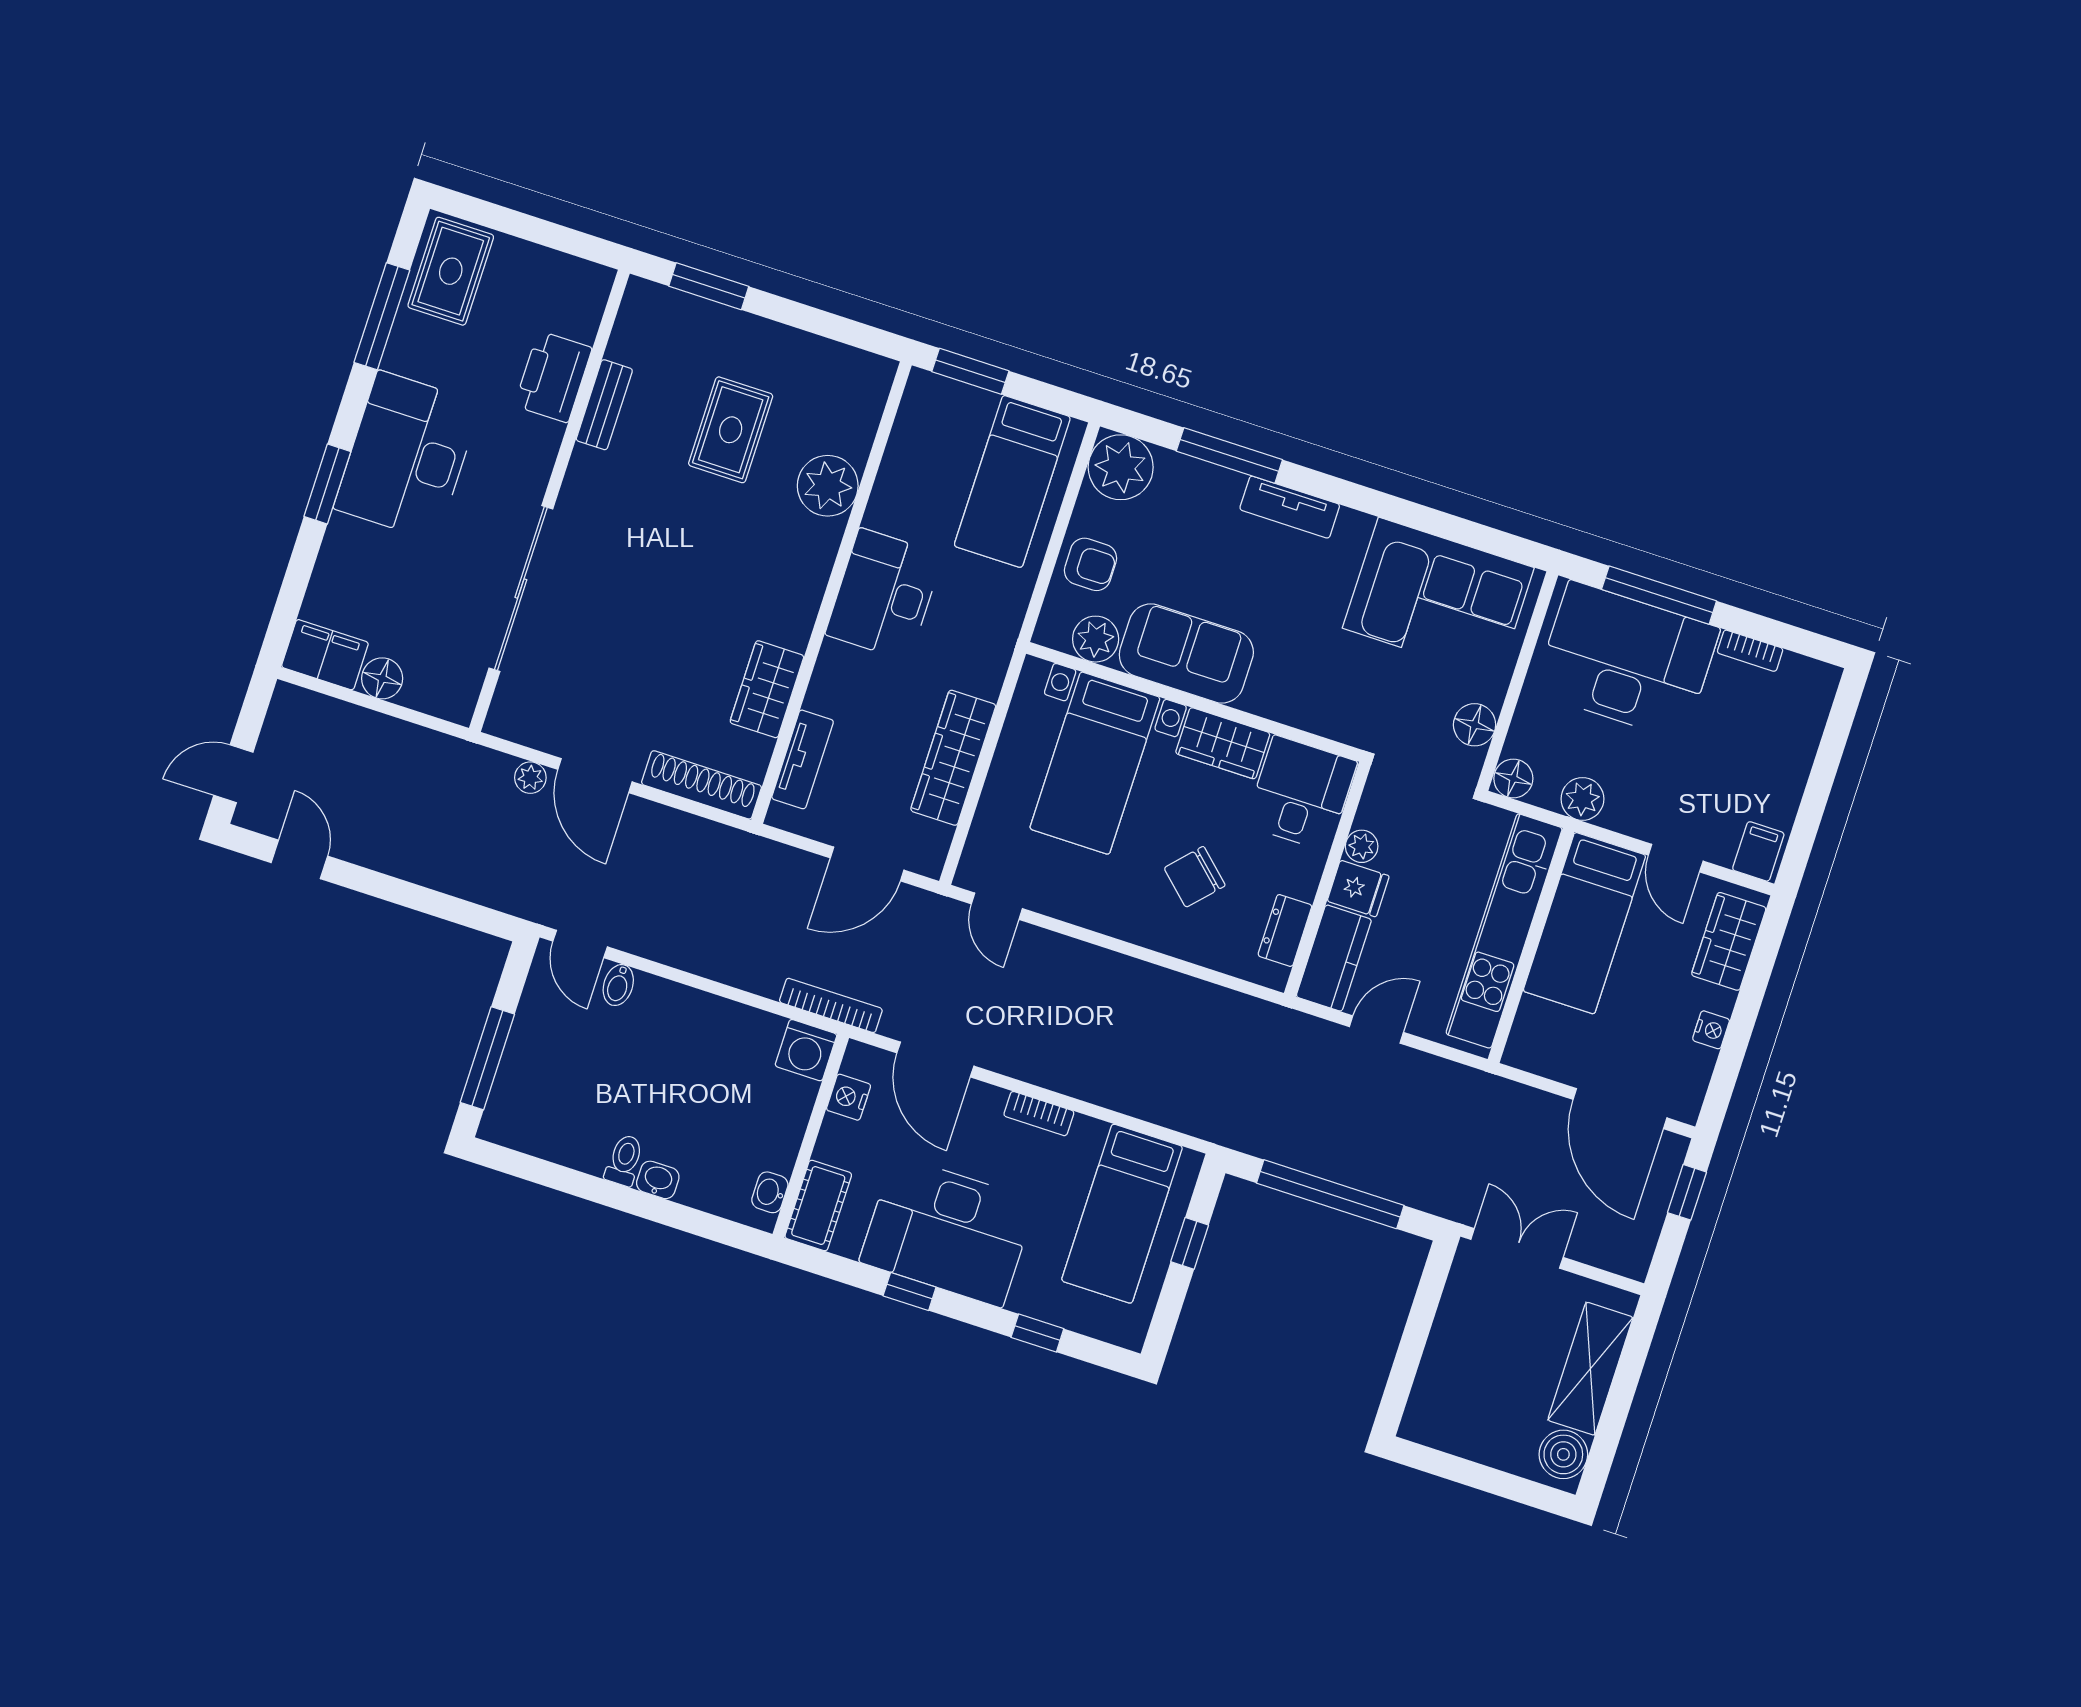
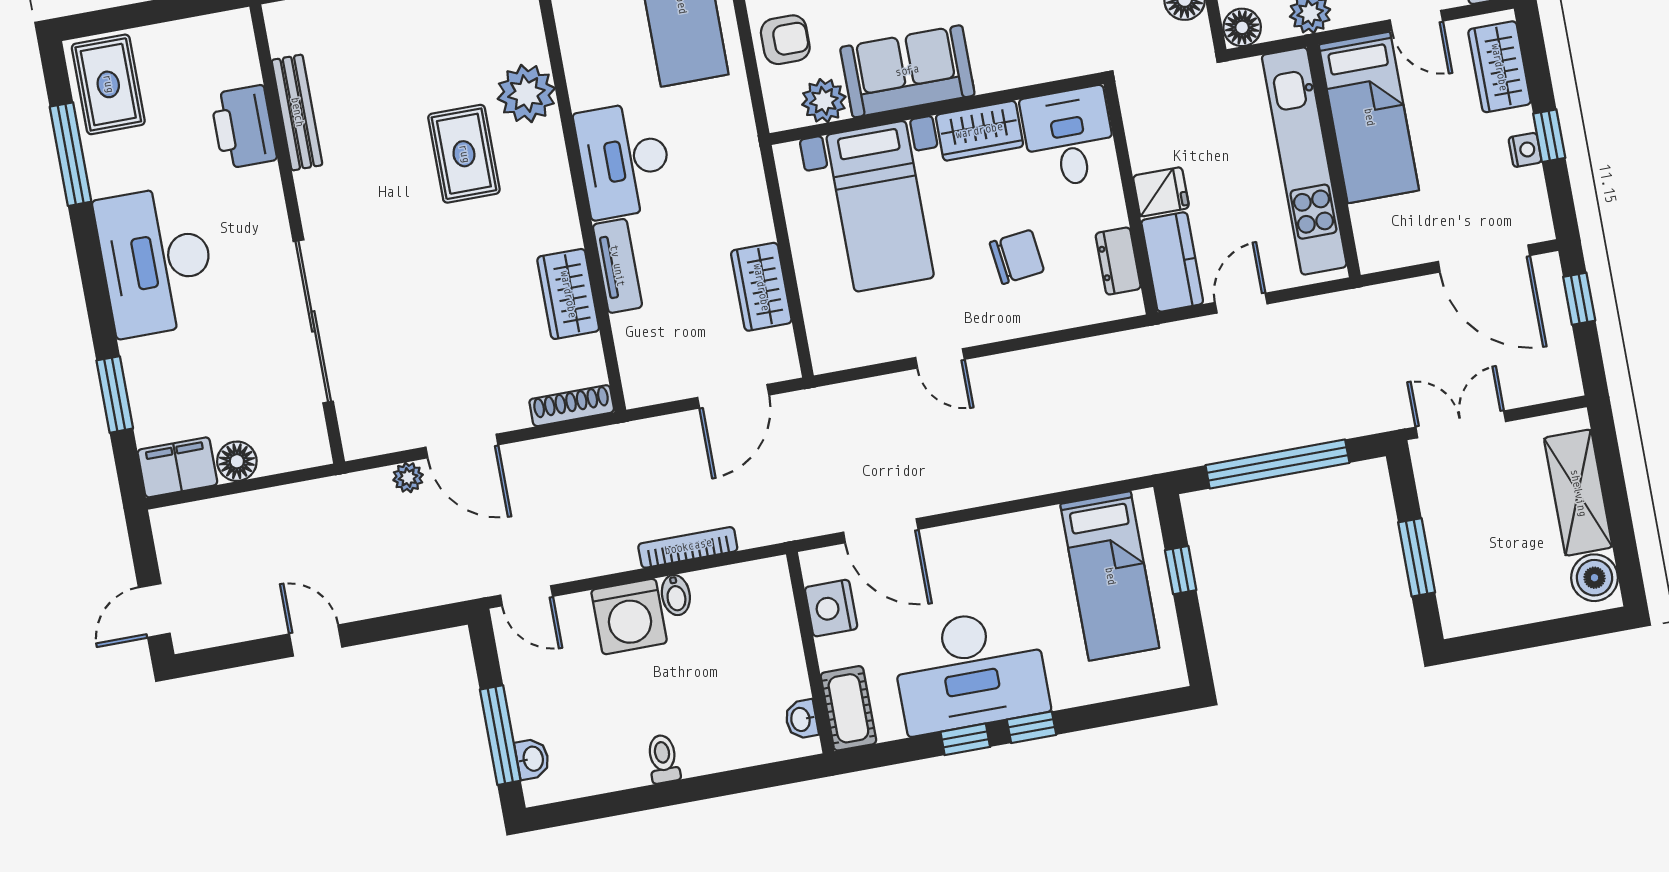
bench: (604, 405) -> (297, 112), width x1.36
rug: (731, 430) -> (464, 154), moved
window: (327, 484) -> (115, 394), moved
wardrobe: (953, 758) -> (761, 287), width x0.67
tv unit: (803, 759) -> (617, 266), moved
shoe rack: (702, 785) -> (572, 406), width x0.74, depth x0.81
plant: (1362, 846) -> (1145, 154), removed
door: (299, 859) -> (316, 641), moved
chair: (1195, 877) -> (1017, 257), turned -140
door: (997, 906) -> (940, 358), moved
bidet: (618, 985) -> (676, 595), moved
bookcase: (831, 1005) -> (688, 547), moved
window: (1740, 1029) -> (1549, 136), added
washing machine: (806, 1050) -> (629, 616), moved, width x1.37, depth x1.37
nightstand: (849, 1097) -> (831, 608), width x1.36, depth x1.33
bookcase: (1039, 1114) -> (993, 529), removed
washbasin: (658, 1180) -> (532, 759), moved, turned 90
window: (1037, 1333) -> (1032, 727), moved
window: (1411, 1348) -> (1417, 557), added

